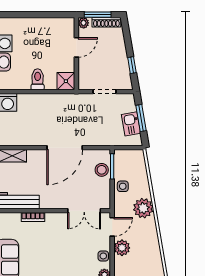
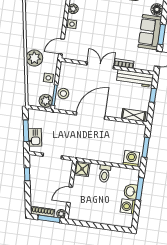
kitchen sink: (131, 124) -> (35, 137), moved
double door: (84, 211) -> (100, 65), moved
plant: (122, 248) -> (46, 101), moved

